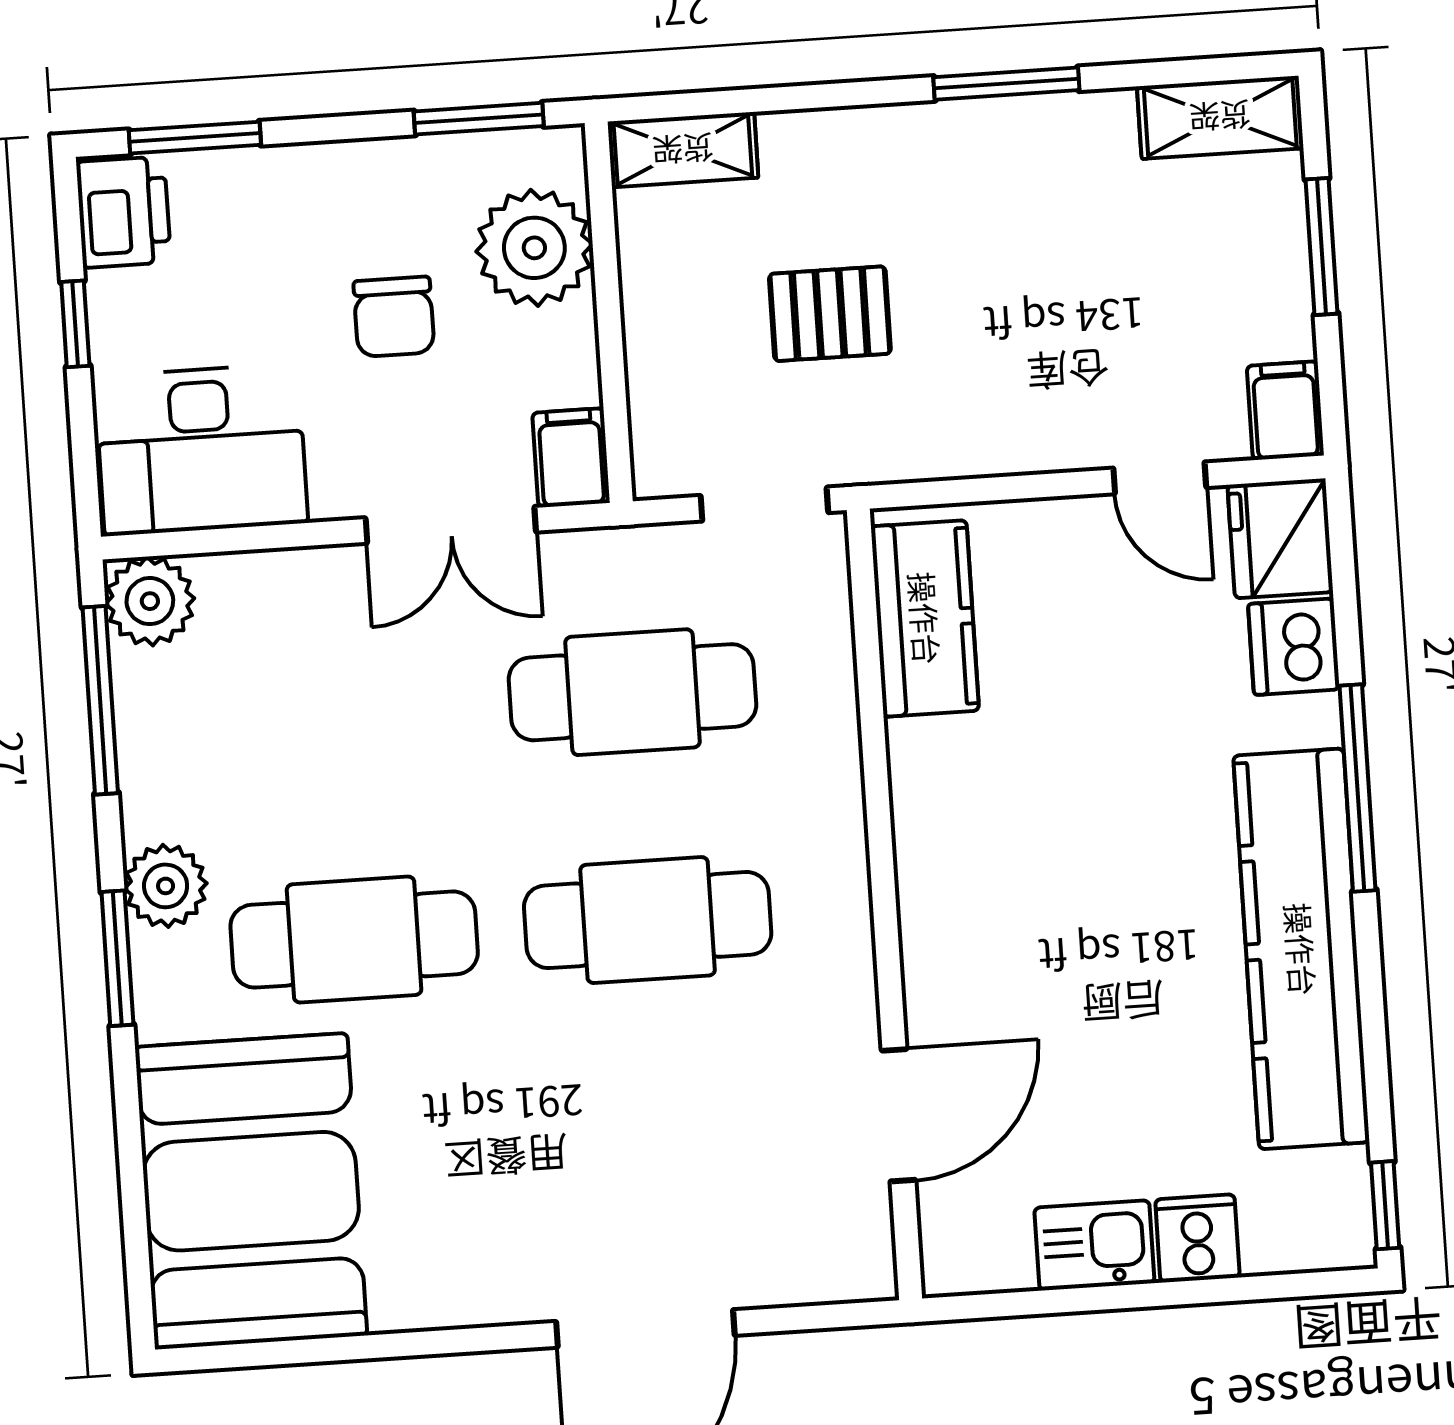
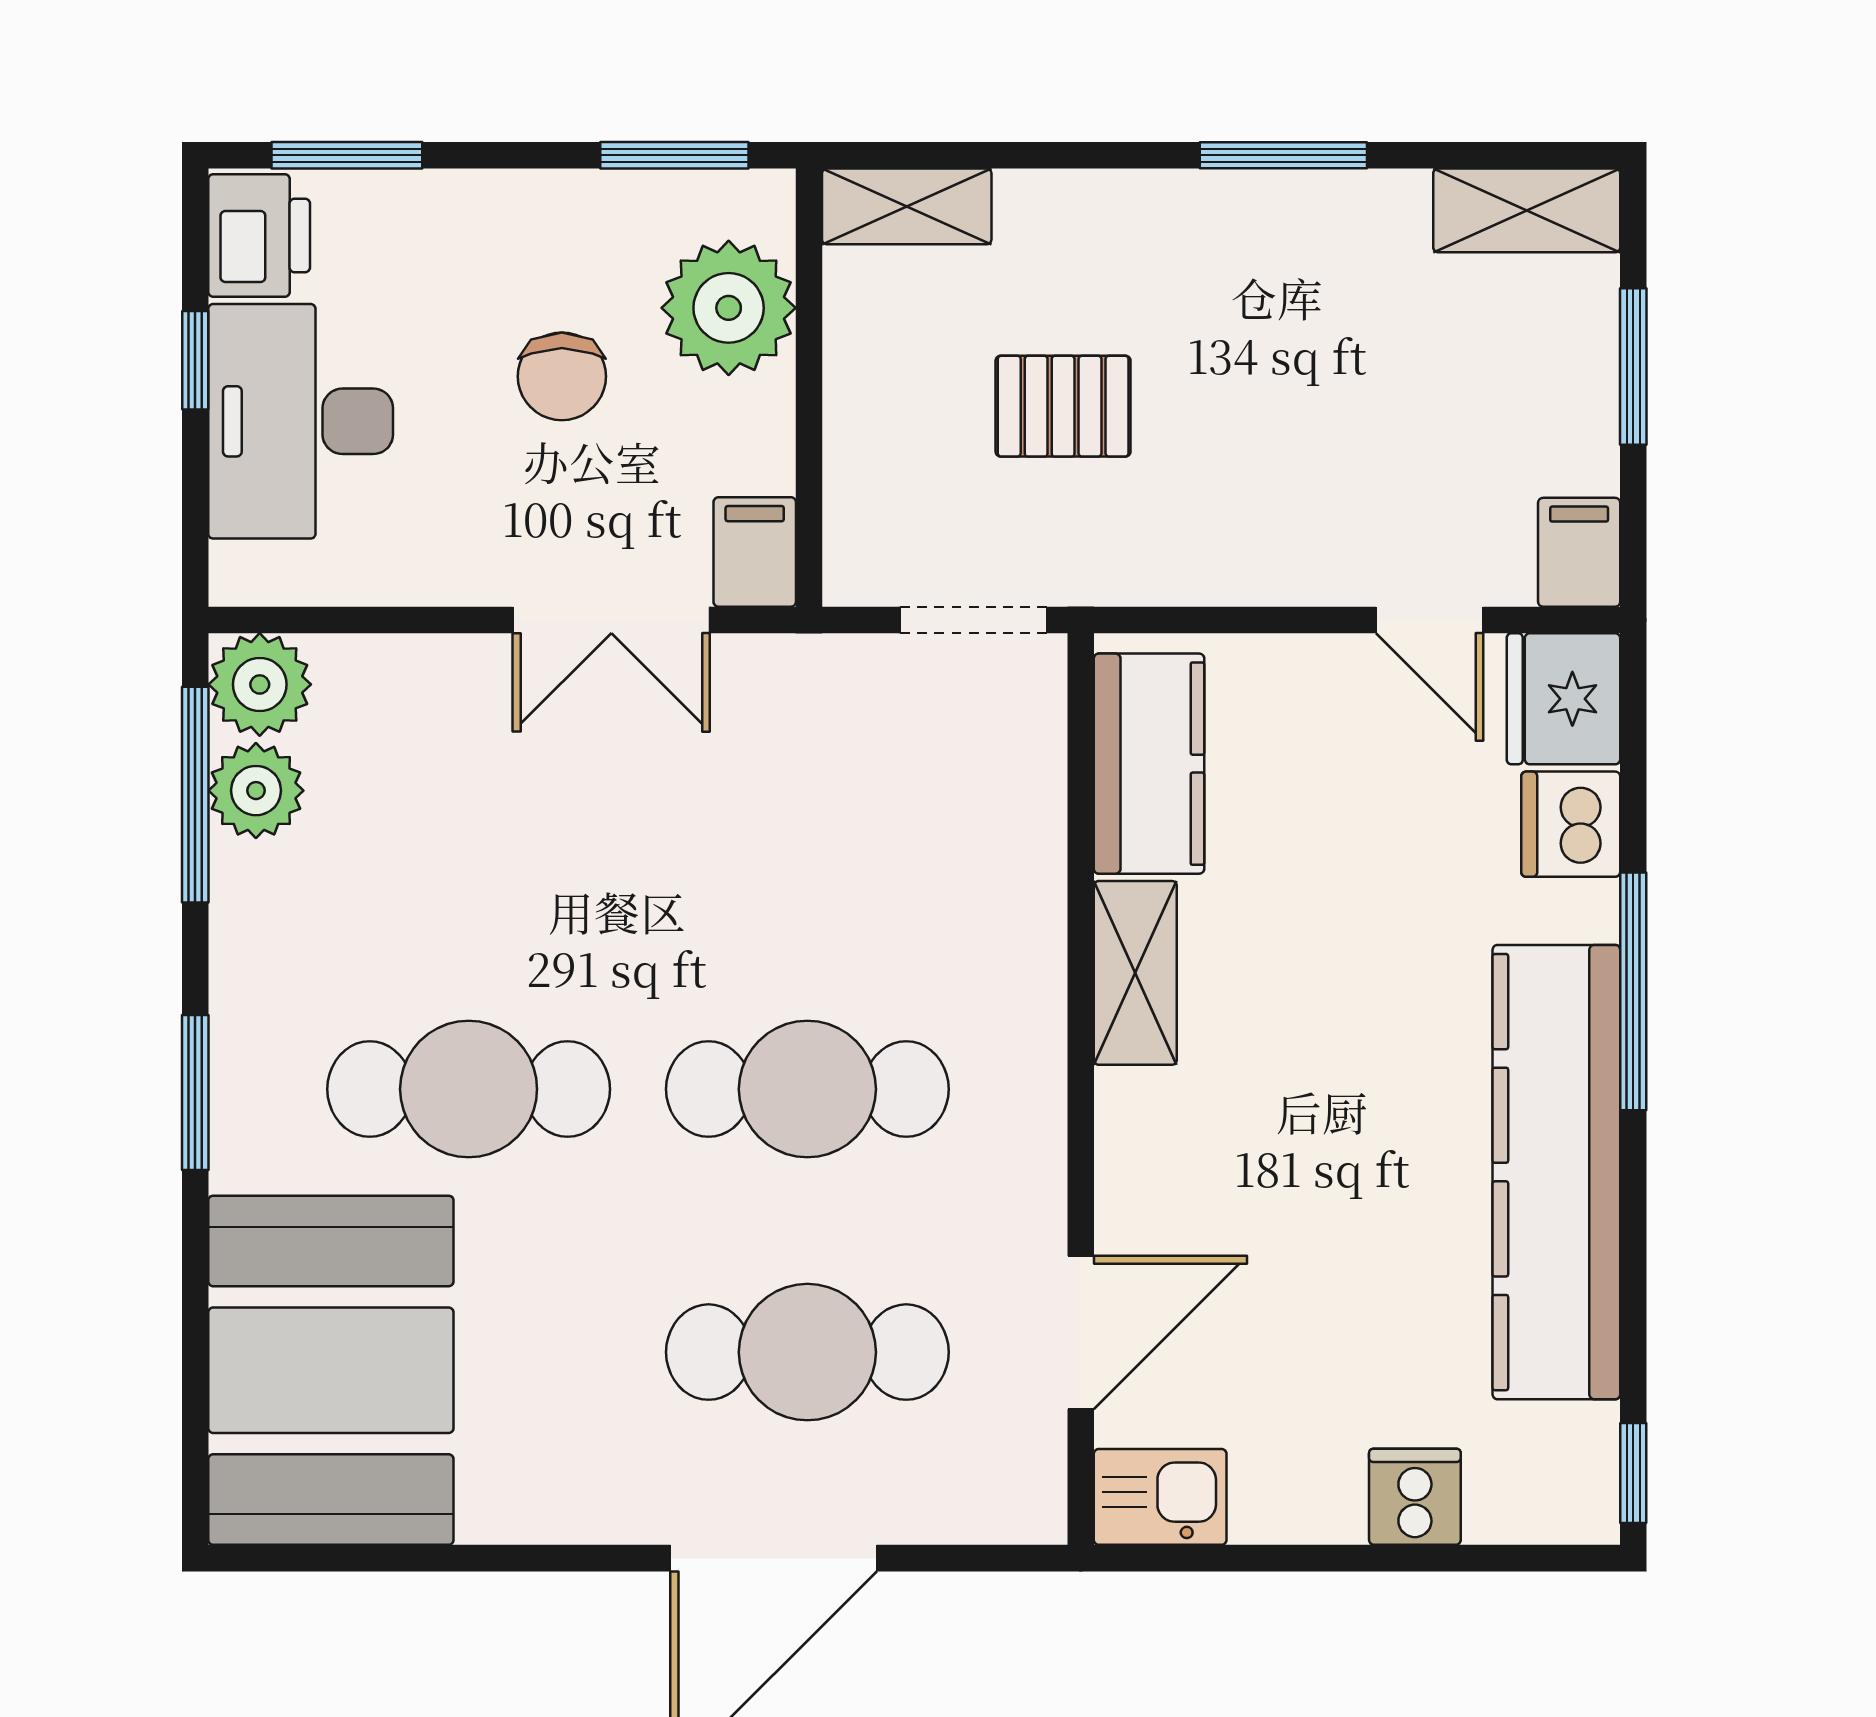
desk: (201, 450) -> (301, 421), moved, turned 90
cafe table: (632, 692) -> (807, 1352), moved
shelving: (925, 801) -> (1135, 973), added
plant: (166, 886) -> (256, 791), moved
kitchen sink: (1094, 1245) -> (1160, 1497), moved

